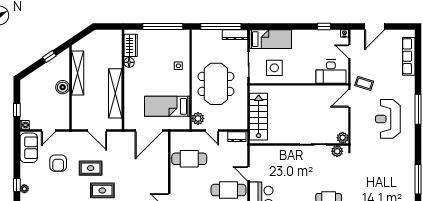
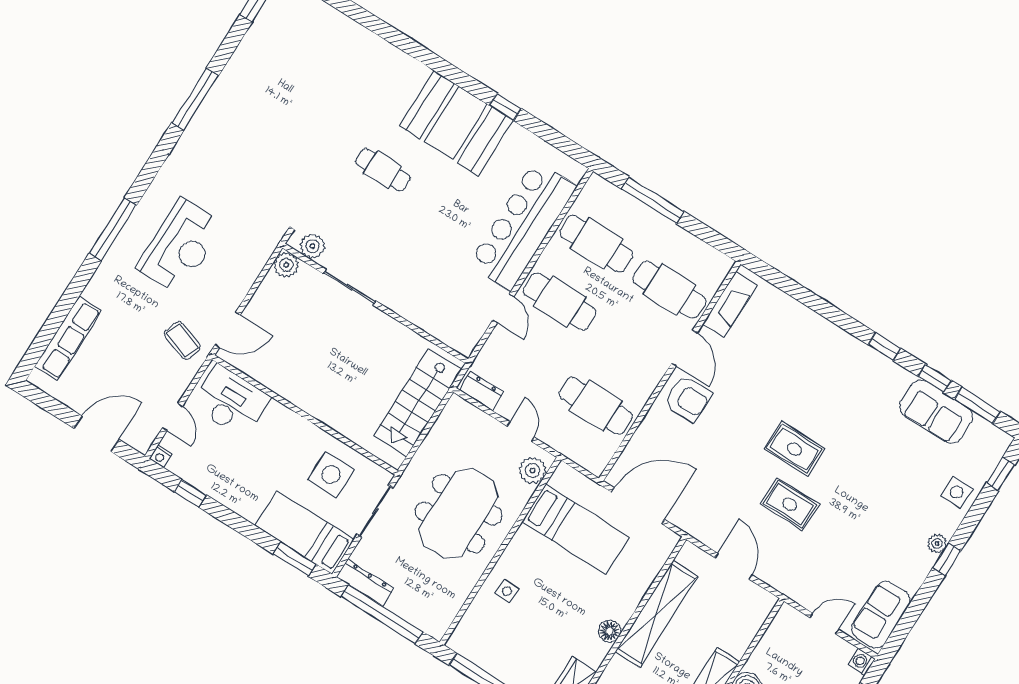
window: (268, 26) -> (295, 559), added
floor lamp: (129, 62) -> (609, 631), moved
armchair: (58, 163) -> (688, 399), moved, turned 90

